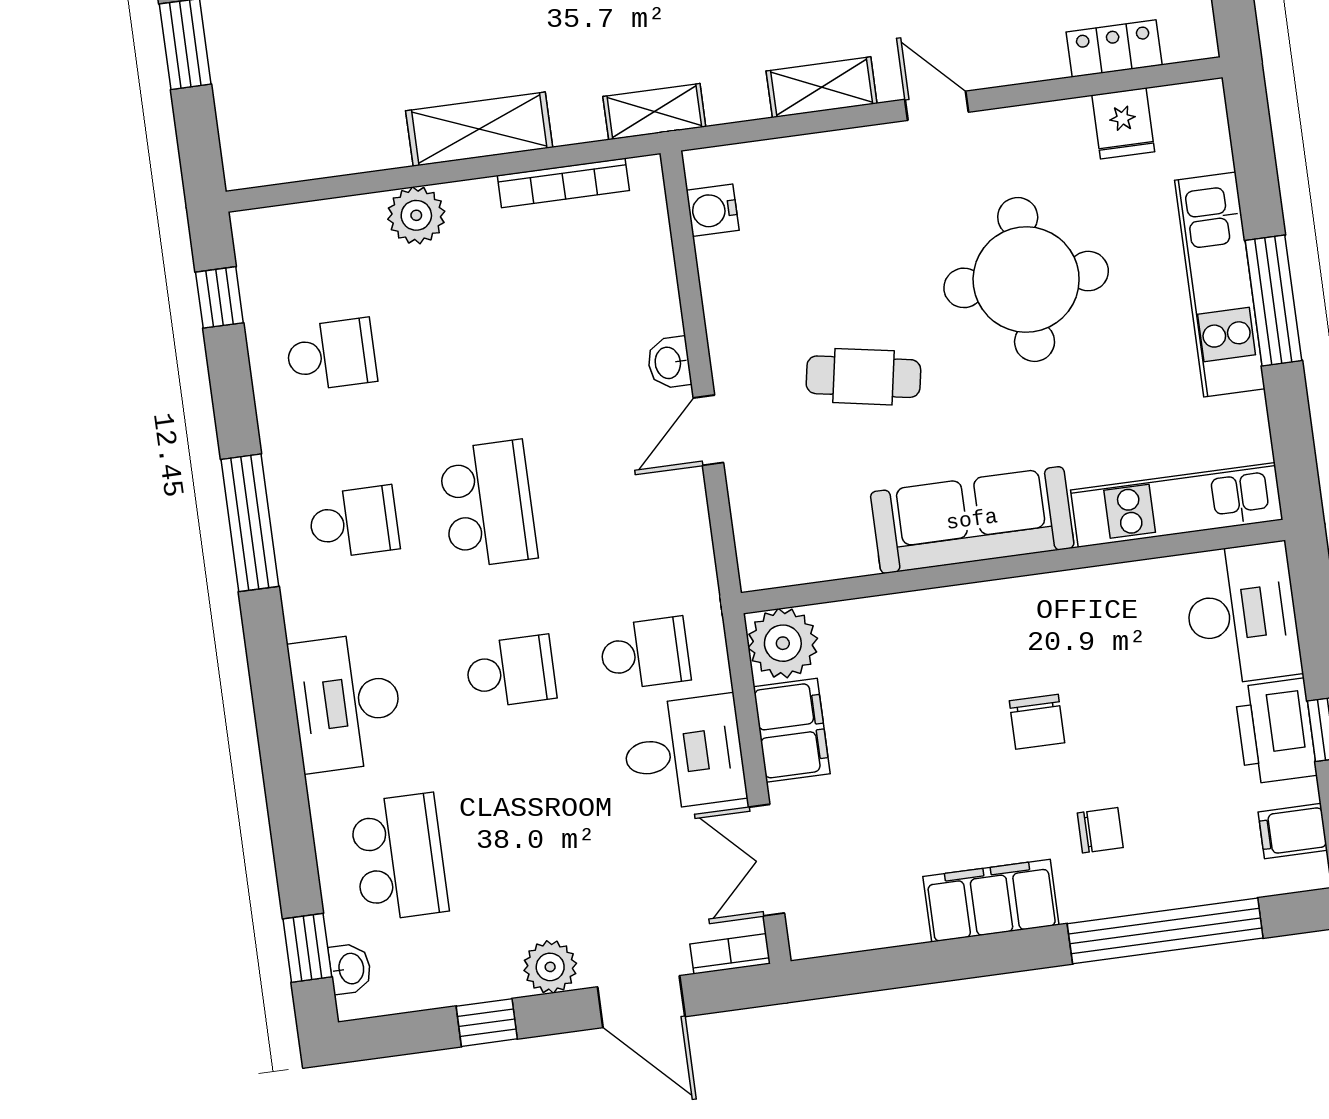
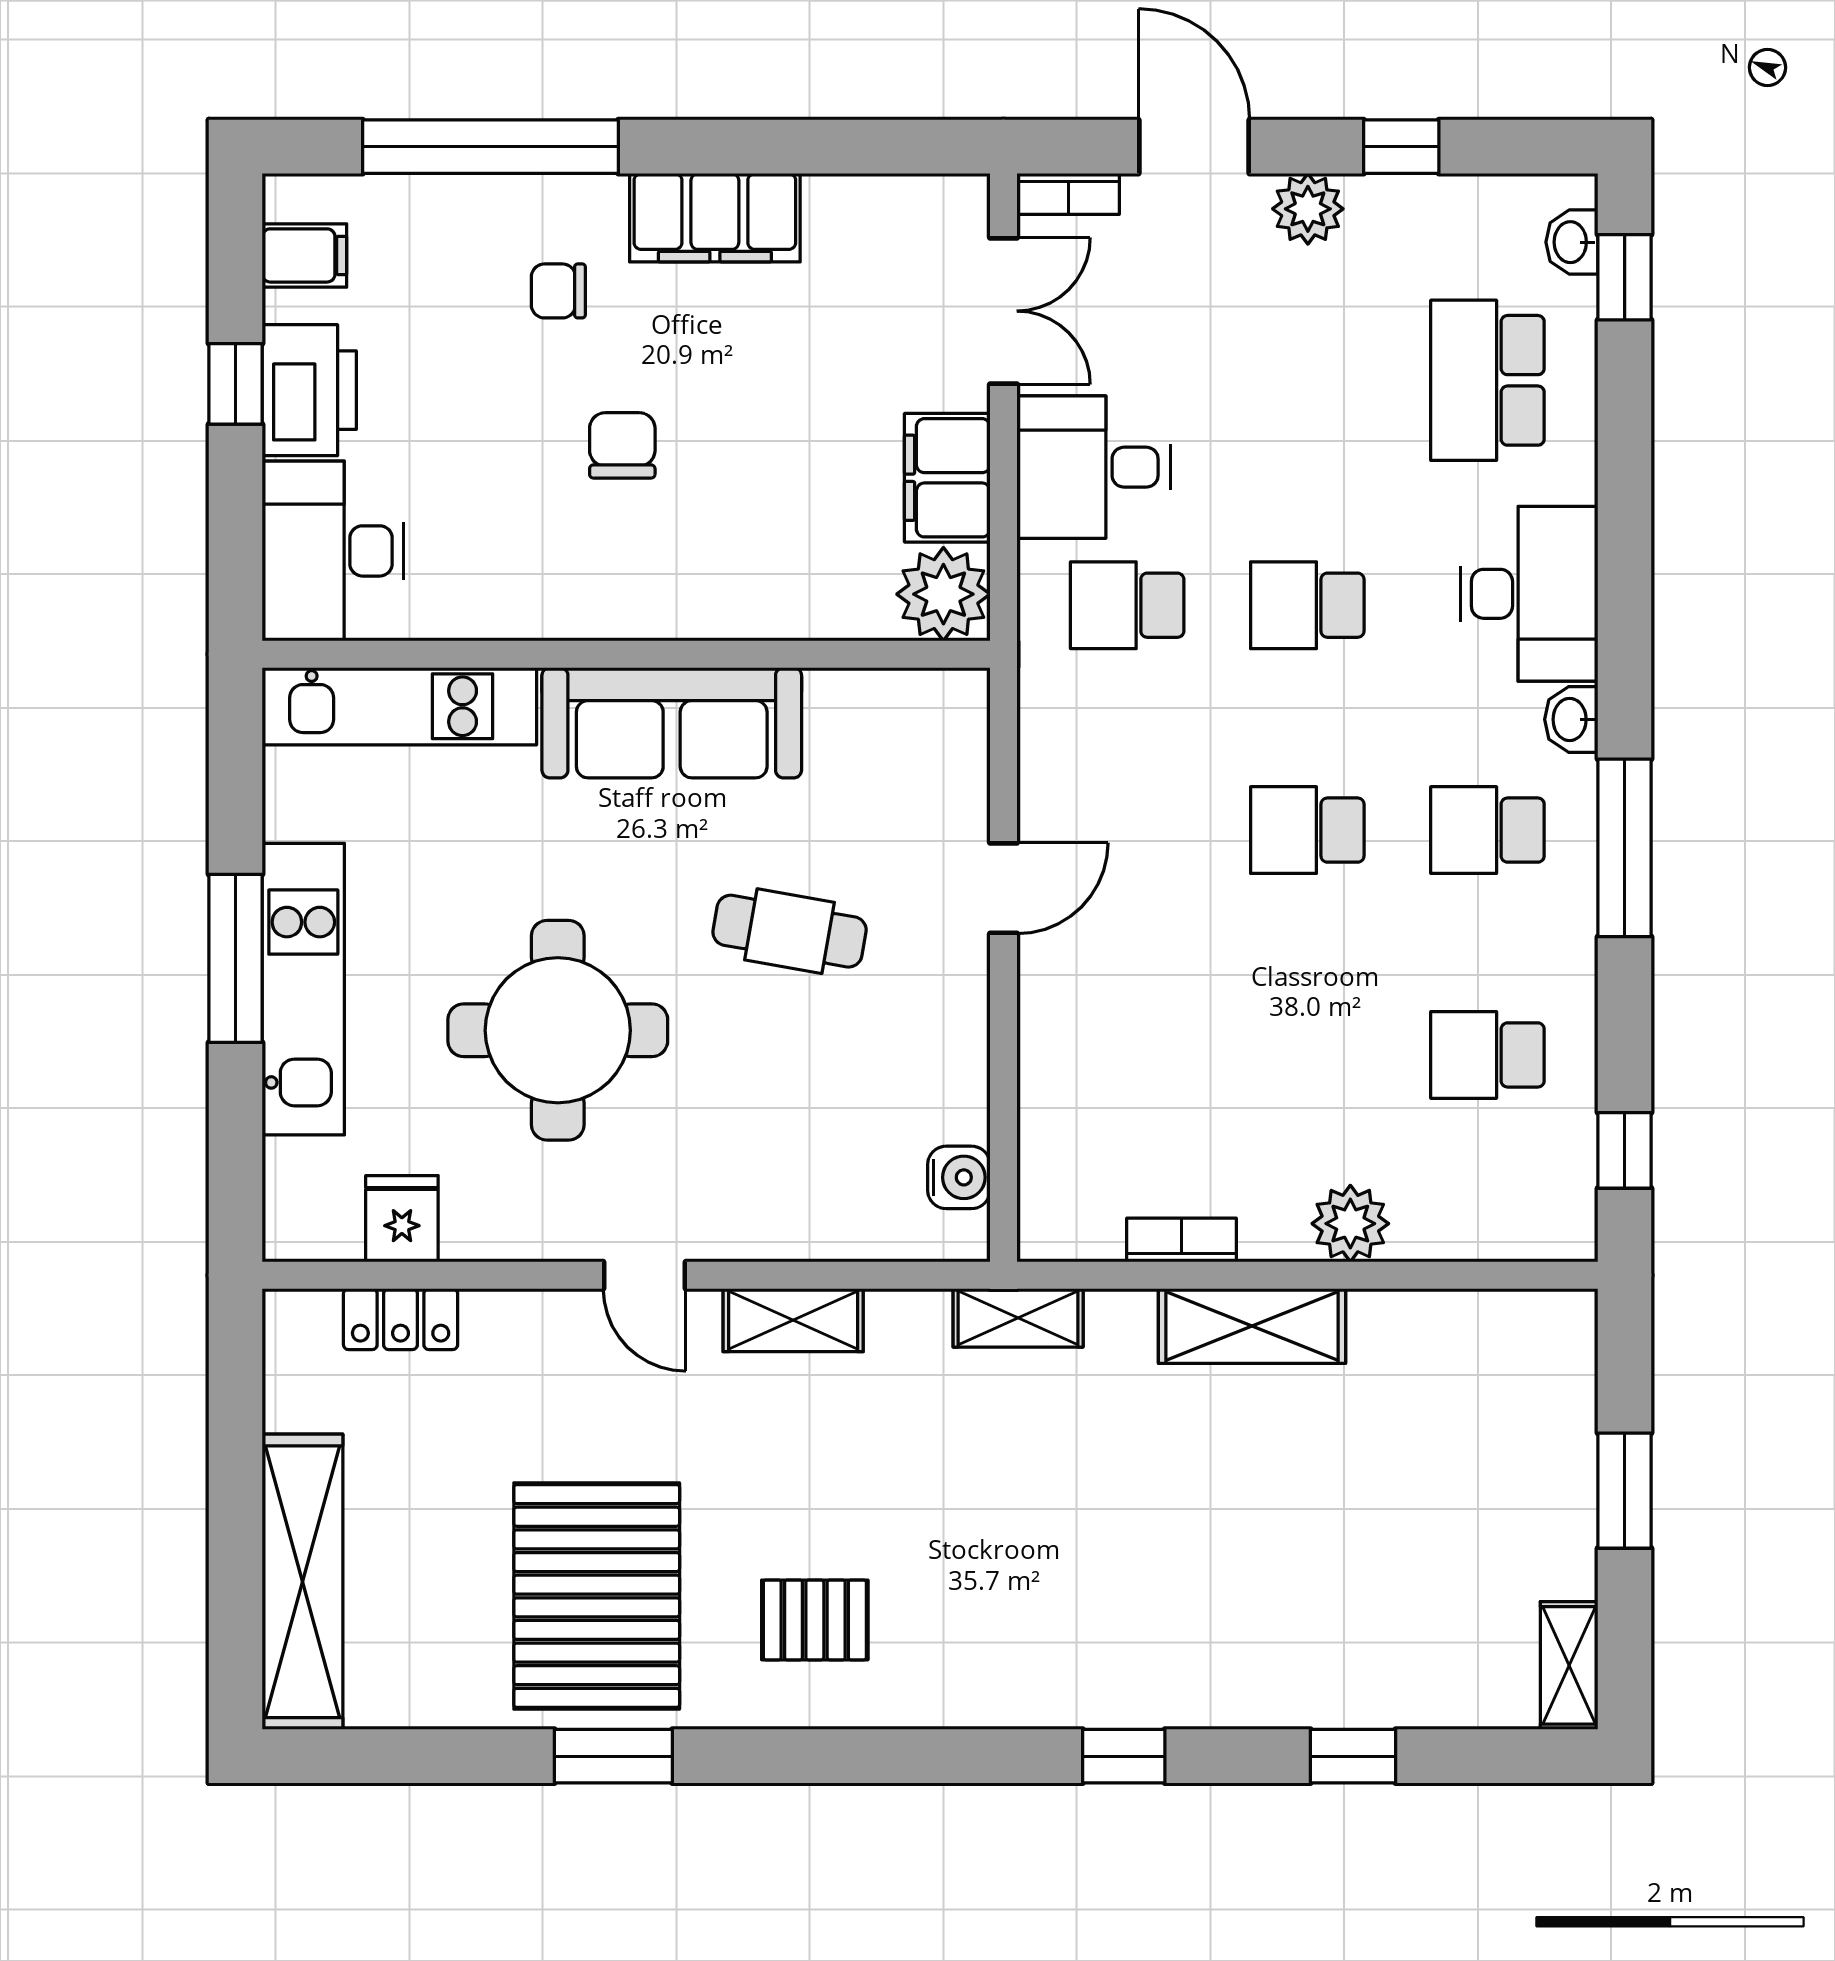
bookcase: (563, 183) -> (1182, 1240), width x0.64
washbasin: (669, 363) -> (1571, 719), moved, turned 180
school desk: (488, 504) -> (1307, 830), width x0.54

